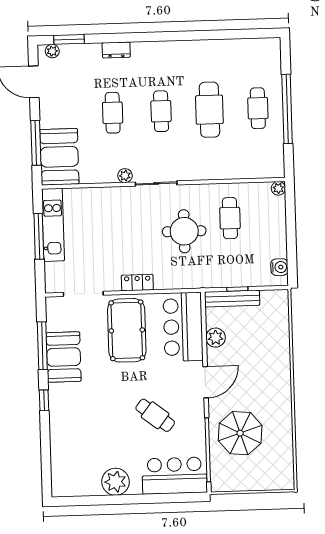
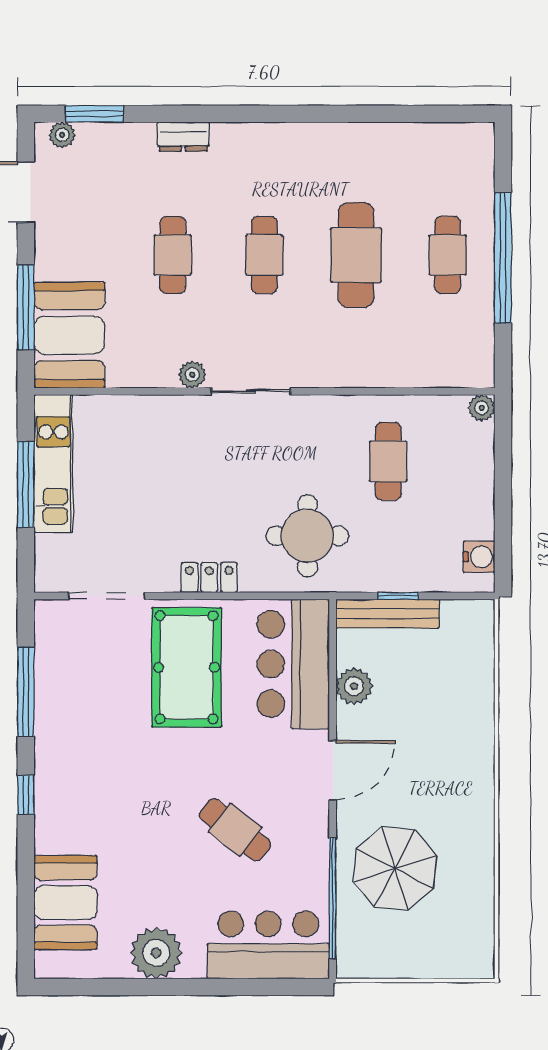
round table: (184, 231) -> (307, 536), moved
booth: (64, 357) -> (65, 903), moved

